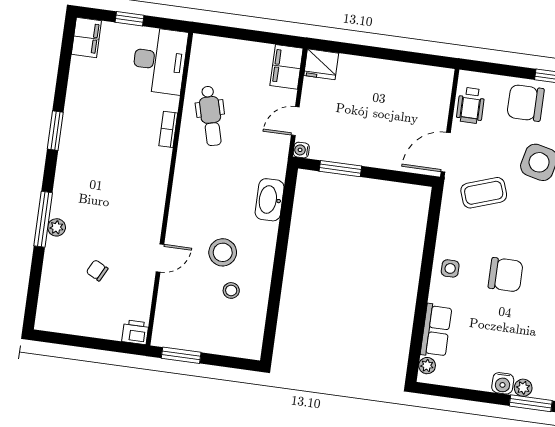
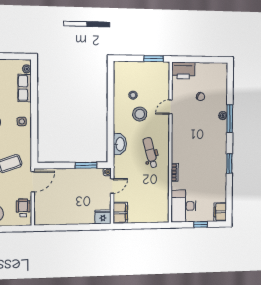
dental chair: (211, 116) -> (150, 153), moved
printer: (135, 332) -> (183, 71), width x1.87, depth x1.48

